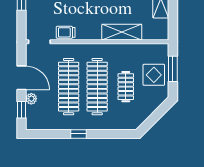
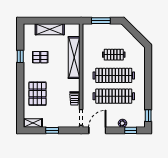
shelving: (122, 32) -> (74, 58), width x1.47
display table: (154, 75) -> (105, 34), removed
door: (21, 78) -> (97, 130), moved
window: (79, 134) -> (148, 116), moved

